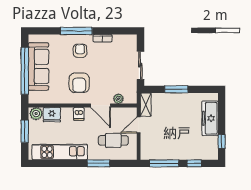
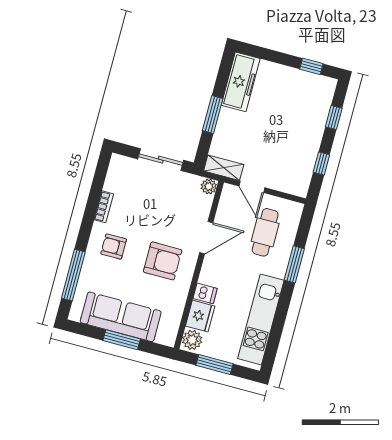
window: (76, 31) -> (73, 275), moved
window: (25, 71) -> (122, 340), width x0.47
plant: (119, 99) -> (209, 186), moved
dishwasher: (79, 114) -> (205, 293), moved
freezer: (210, 118) -> (241, 82), moved, turned -90
window: (164, 163) -> (321, 164), width x0.46

